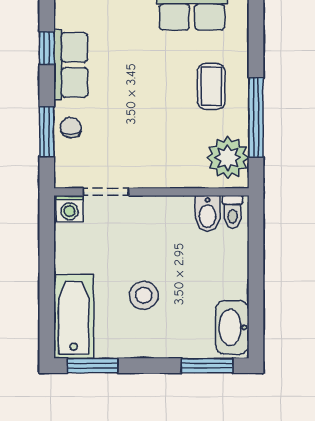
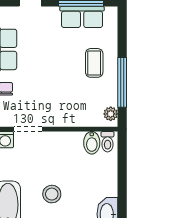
plant: (228, 158) -> (111, 114), width x0.53, depth x0.53

